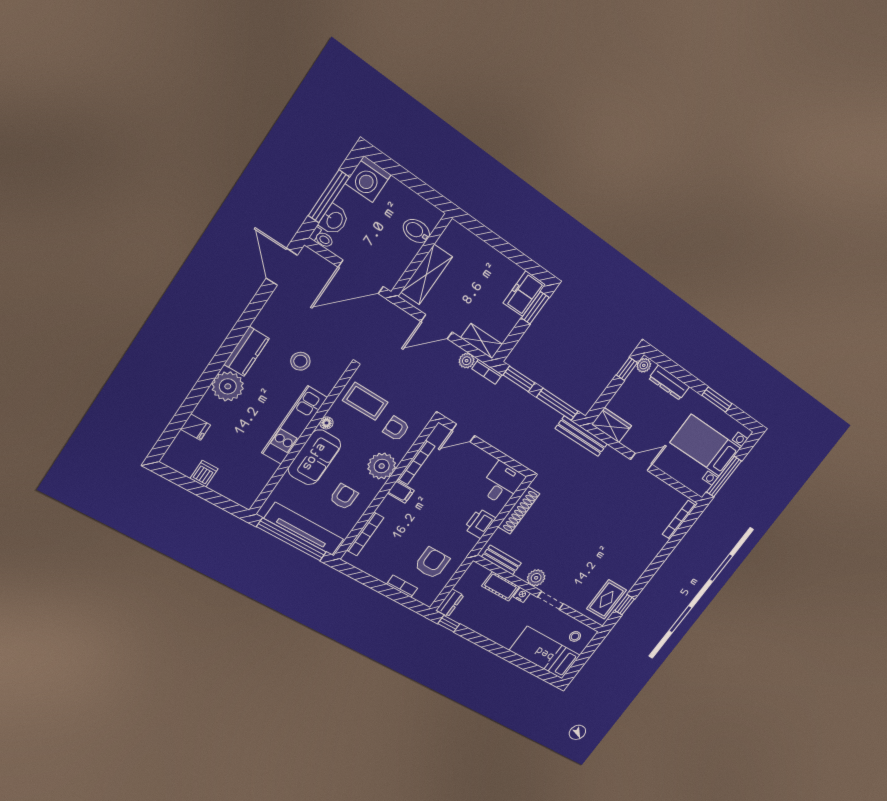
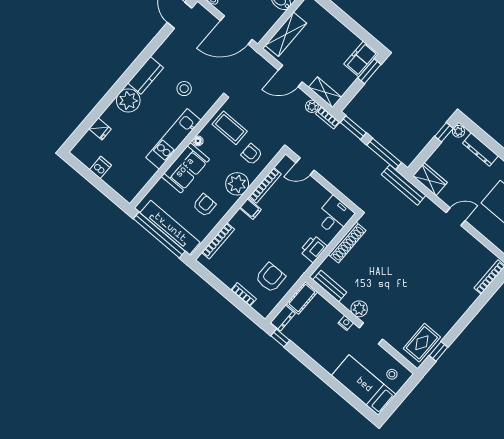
cot: (500, 586) -> (302, 298), moved, turned 90

